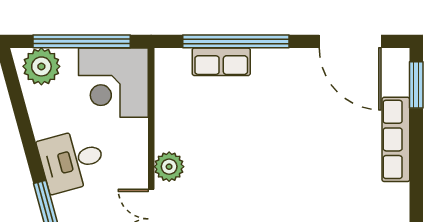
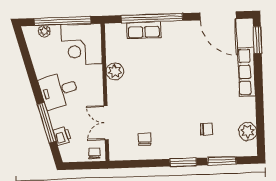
plant: (41, 66) -> (44, 31), width x0.53, depth x0.53
plant: (169, 167) -> (115, 71), moved

